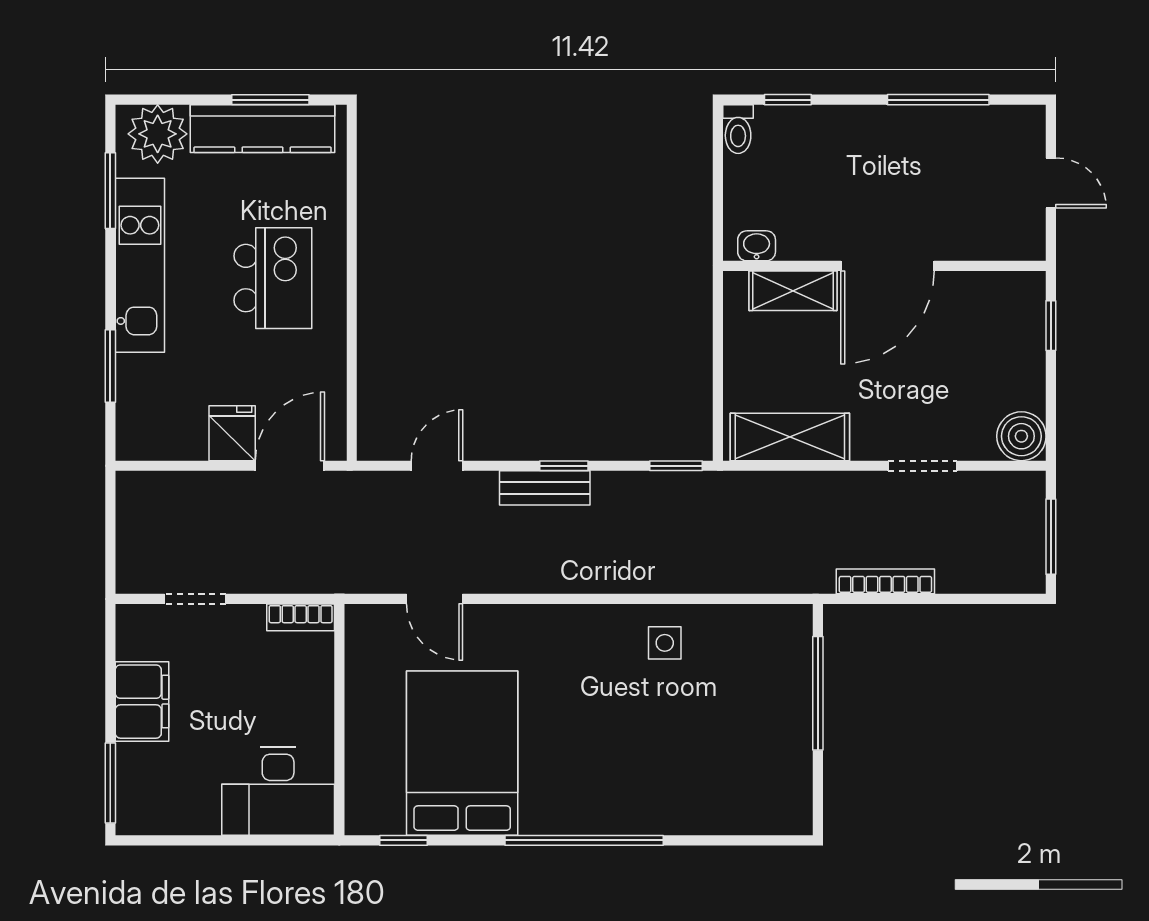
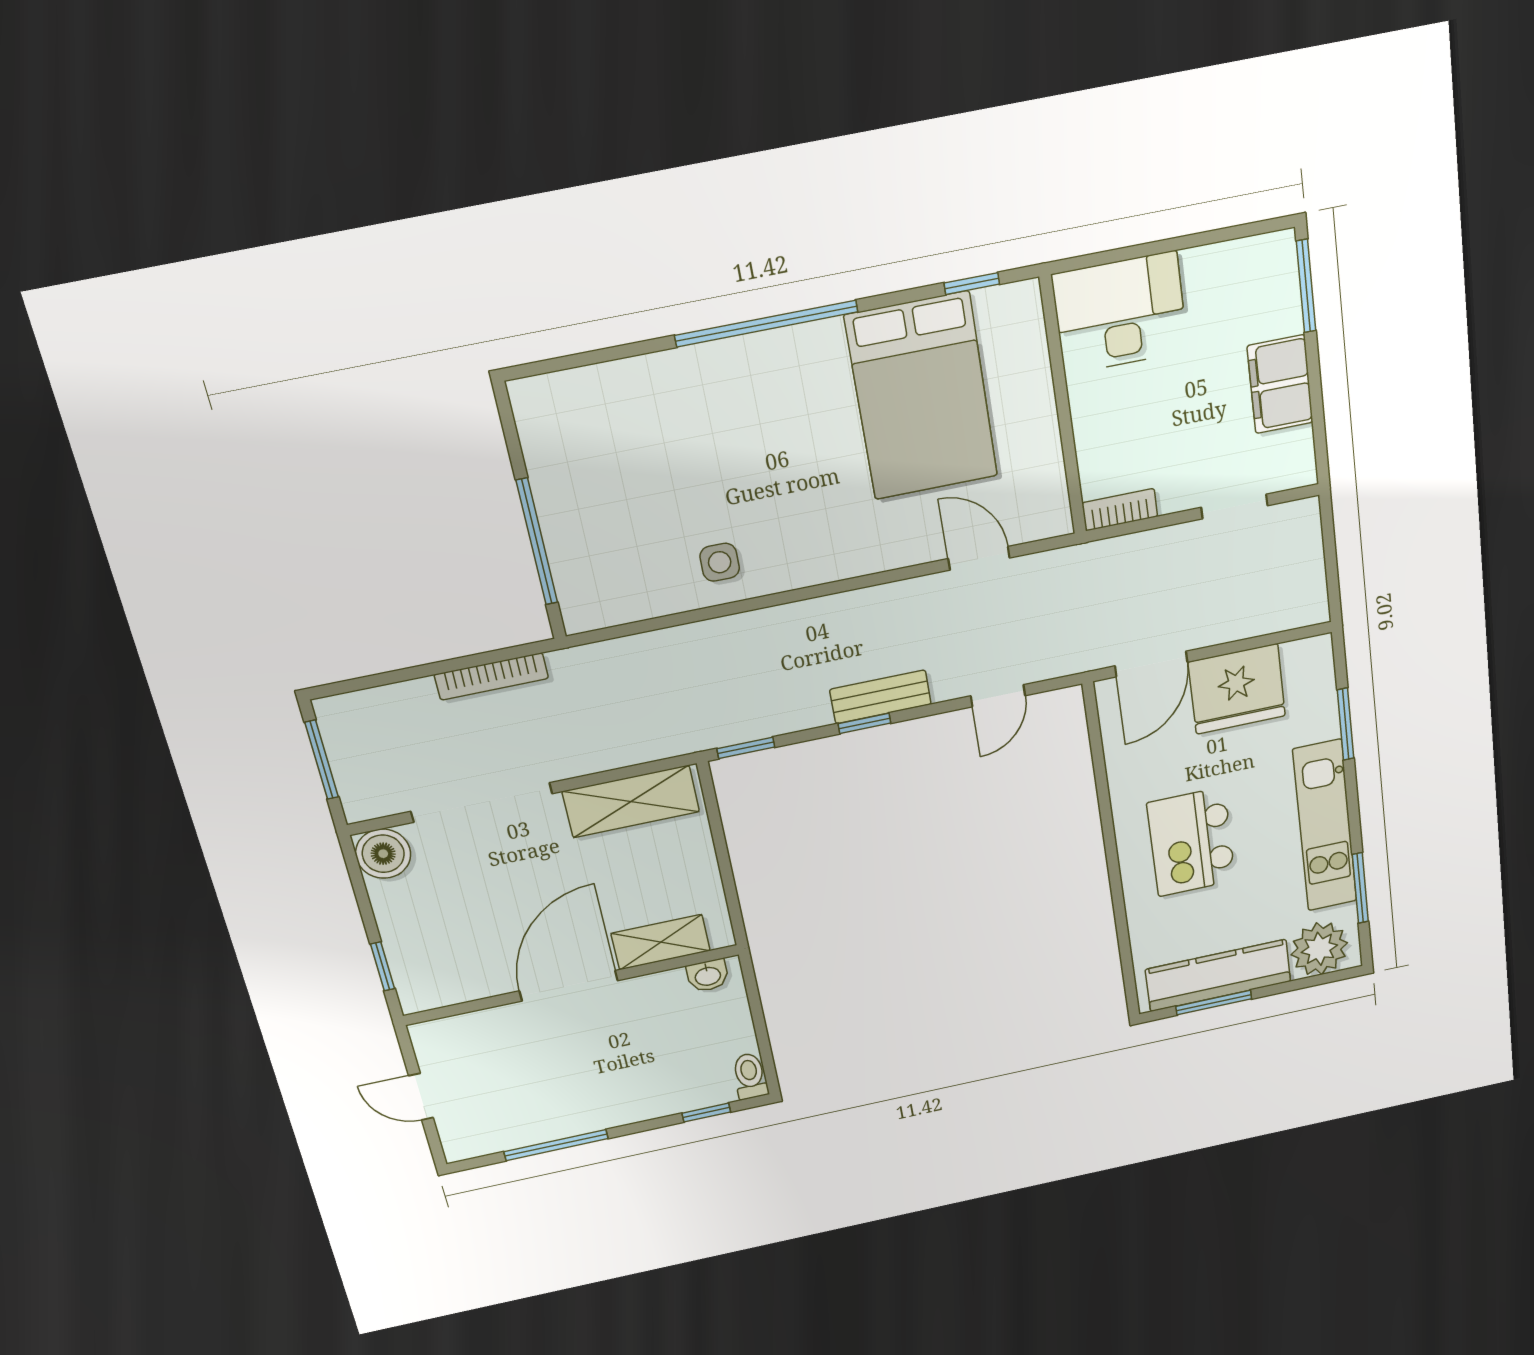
fridge: (232, 433) -> (1237, 689), width x1.88, depth x1.34
doorway: (923, 466) -> (482, 802), width x1.88

